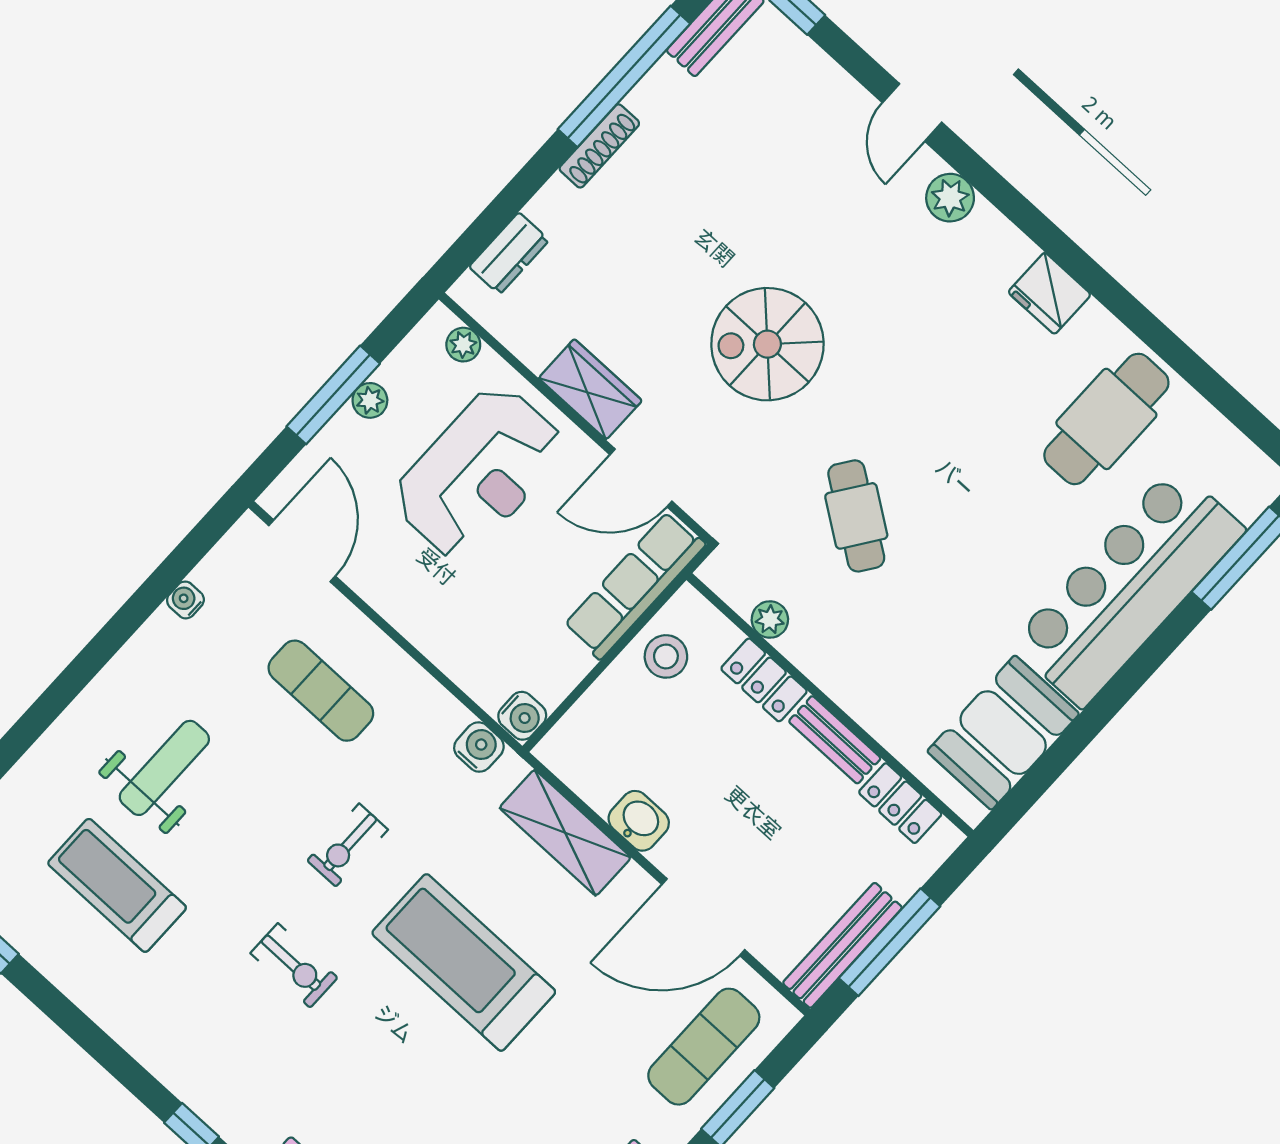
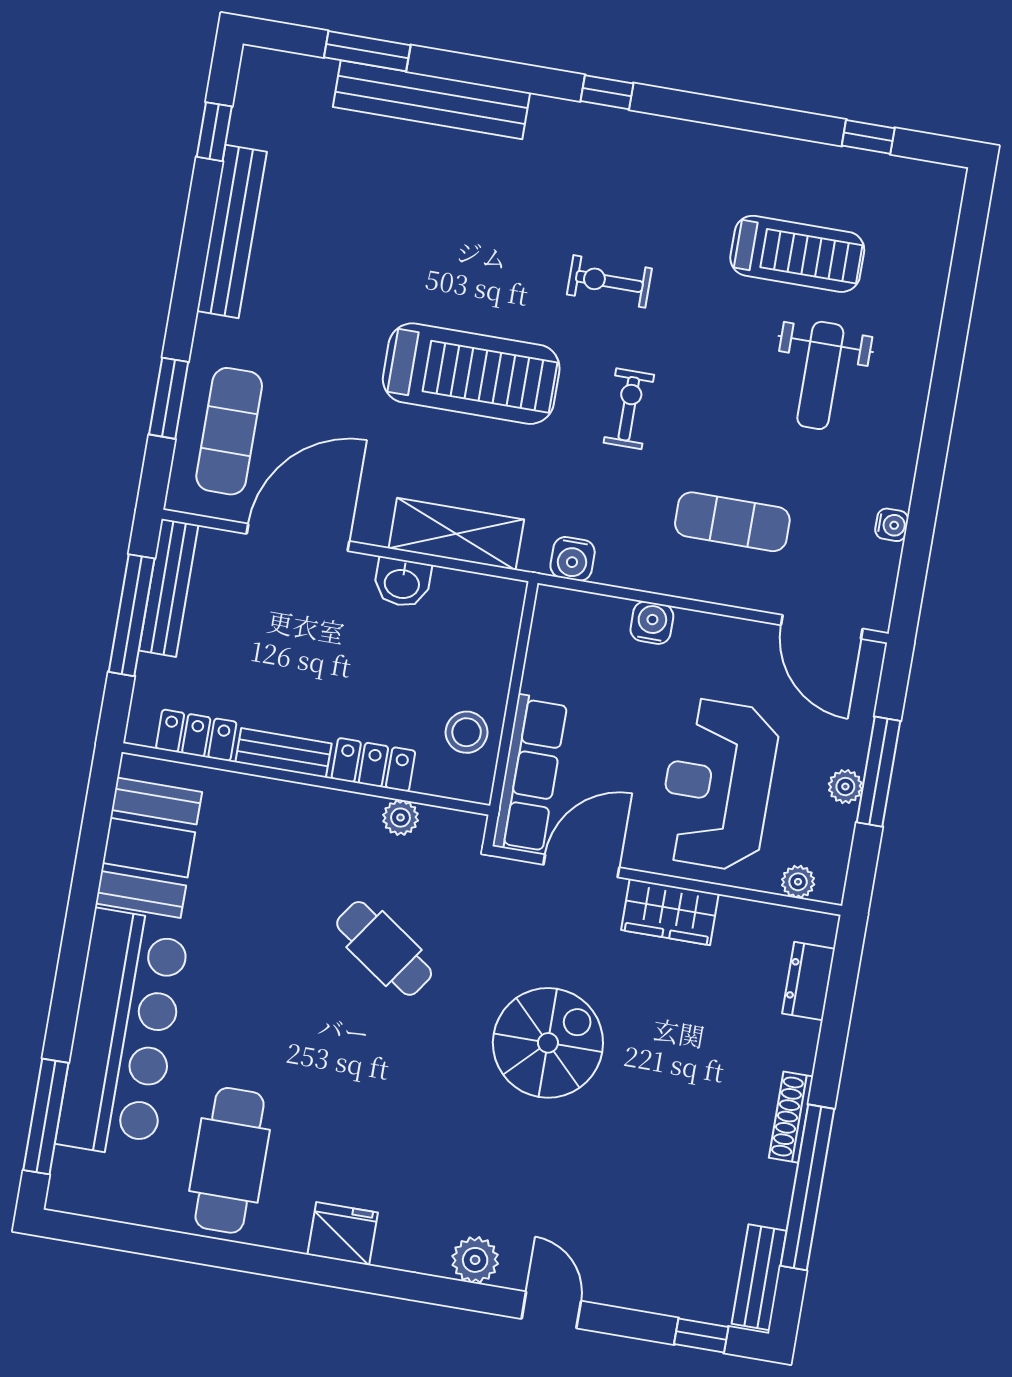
water cooler: (522, 716) -> (652, 623), moved, turned 90

